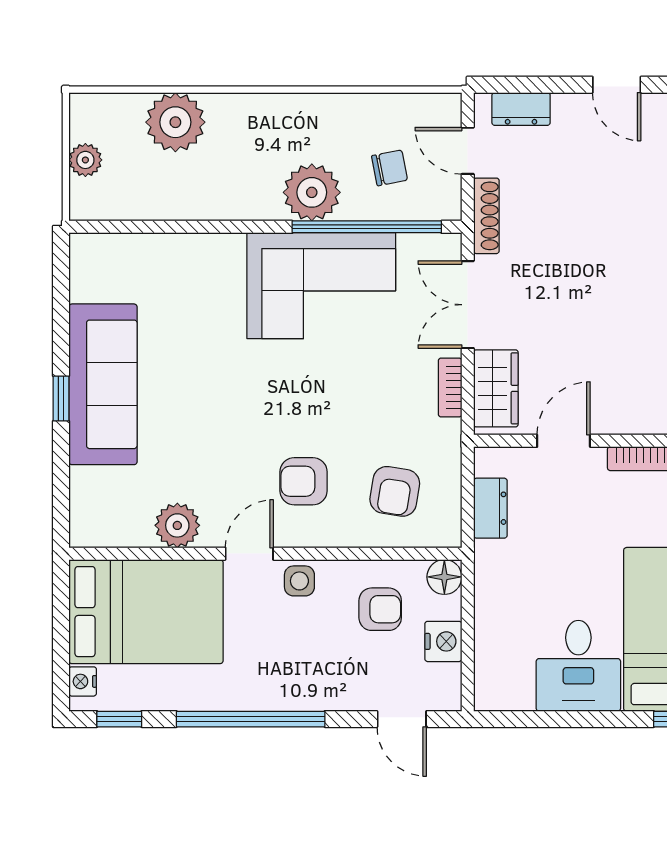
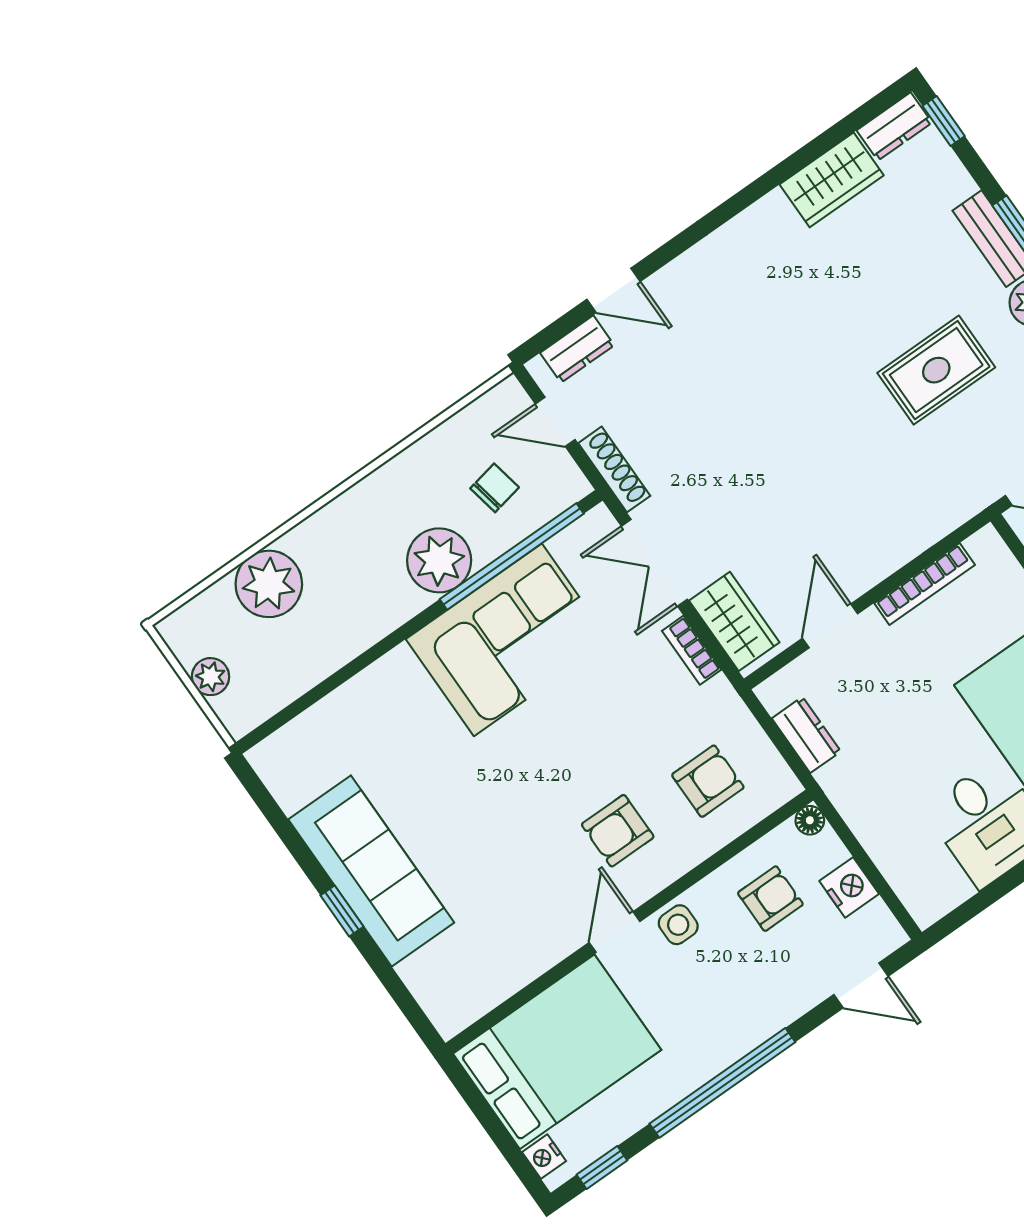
door: (617, 85) -> (614, 290), moved
armchair: (395, 491) -> (708, 781), turned -99
plant: (177, 525) -> (530, 953), removed
floor lamp: (444, 577) -> (810, 820), width x0.73, depth x0.73

